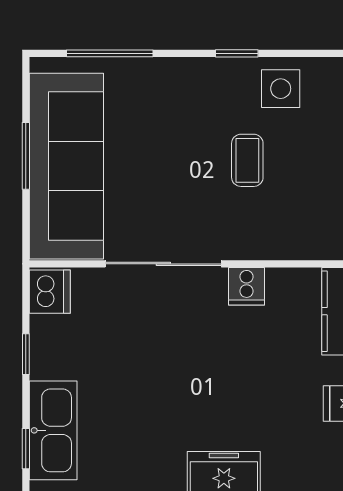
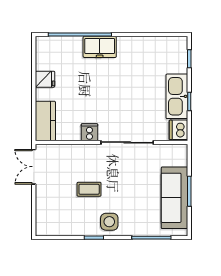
side table: (281, 89) -> (109, 222), moved
coffee table: (247, 160) -> (89, 189), turned 90
sofa: (66, 166) -> (175, 198), width x0.74, depth x0.79
kitchen sink: (53, 430) -> (177, 96), moved

